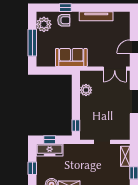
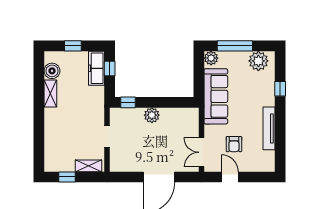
armchair: (64, 20) -> (234, 144), moved
sofa: (71, 57) -> (216, 96), width x1.36
plant: (42, 61) -> (211, 58), added
plant: (86, 90) -> (152, 115), moved

